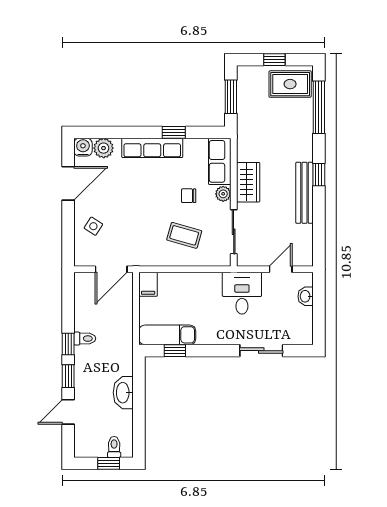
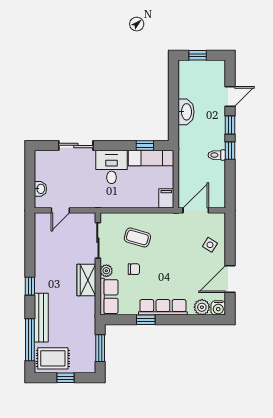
bench: (304, 193) -> (41, 318), moved
desk: (242, 293) -> (112, 167), moved, turned 180
toilet: (114, 447) -> (193, 68), removed

